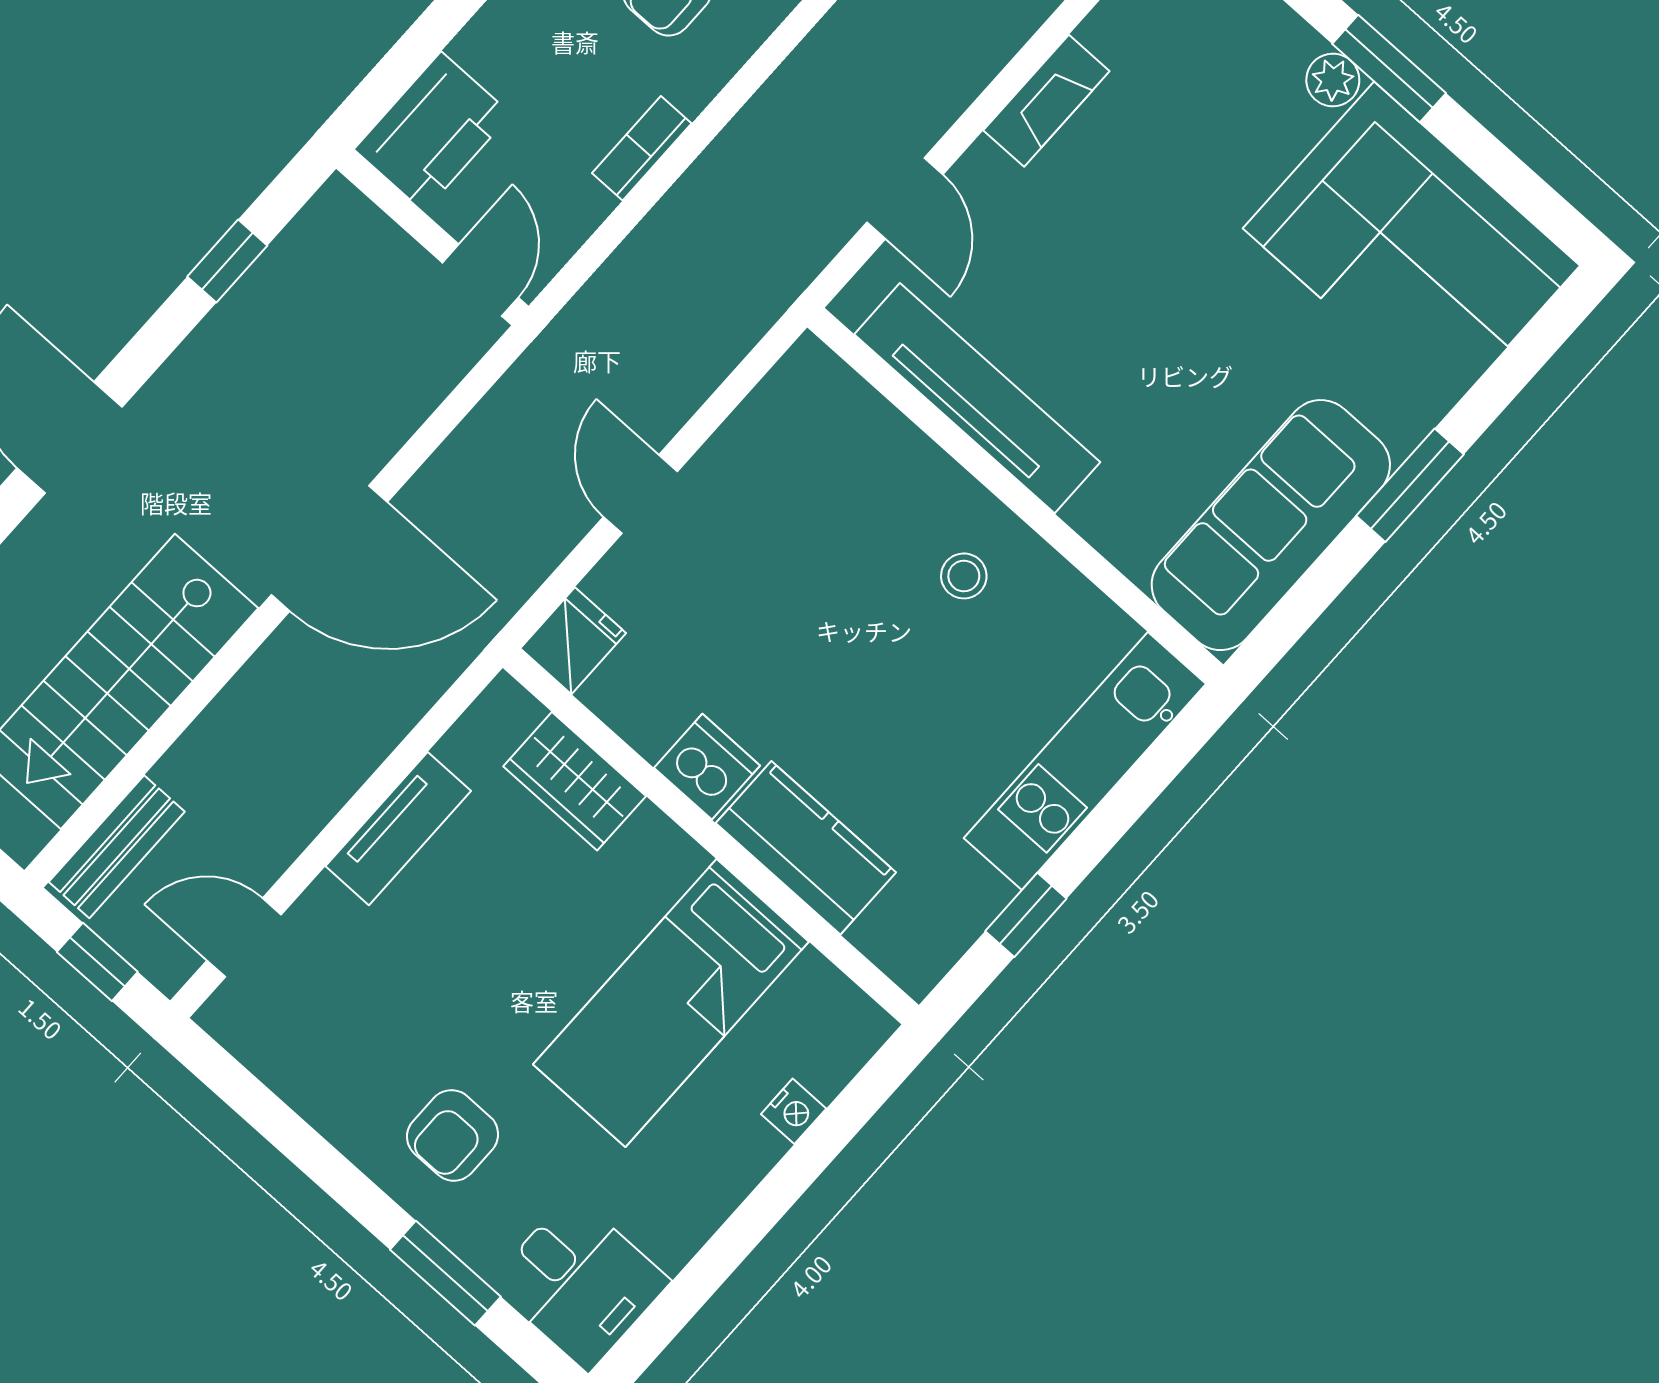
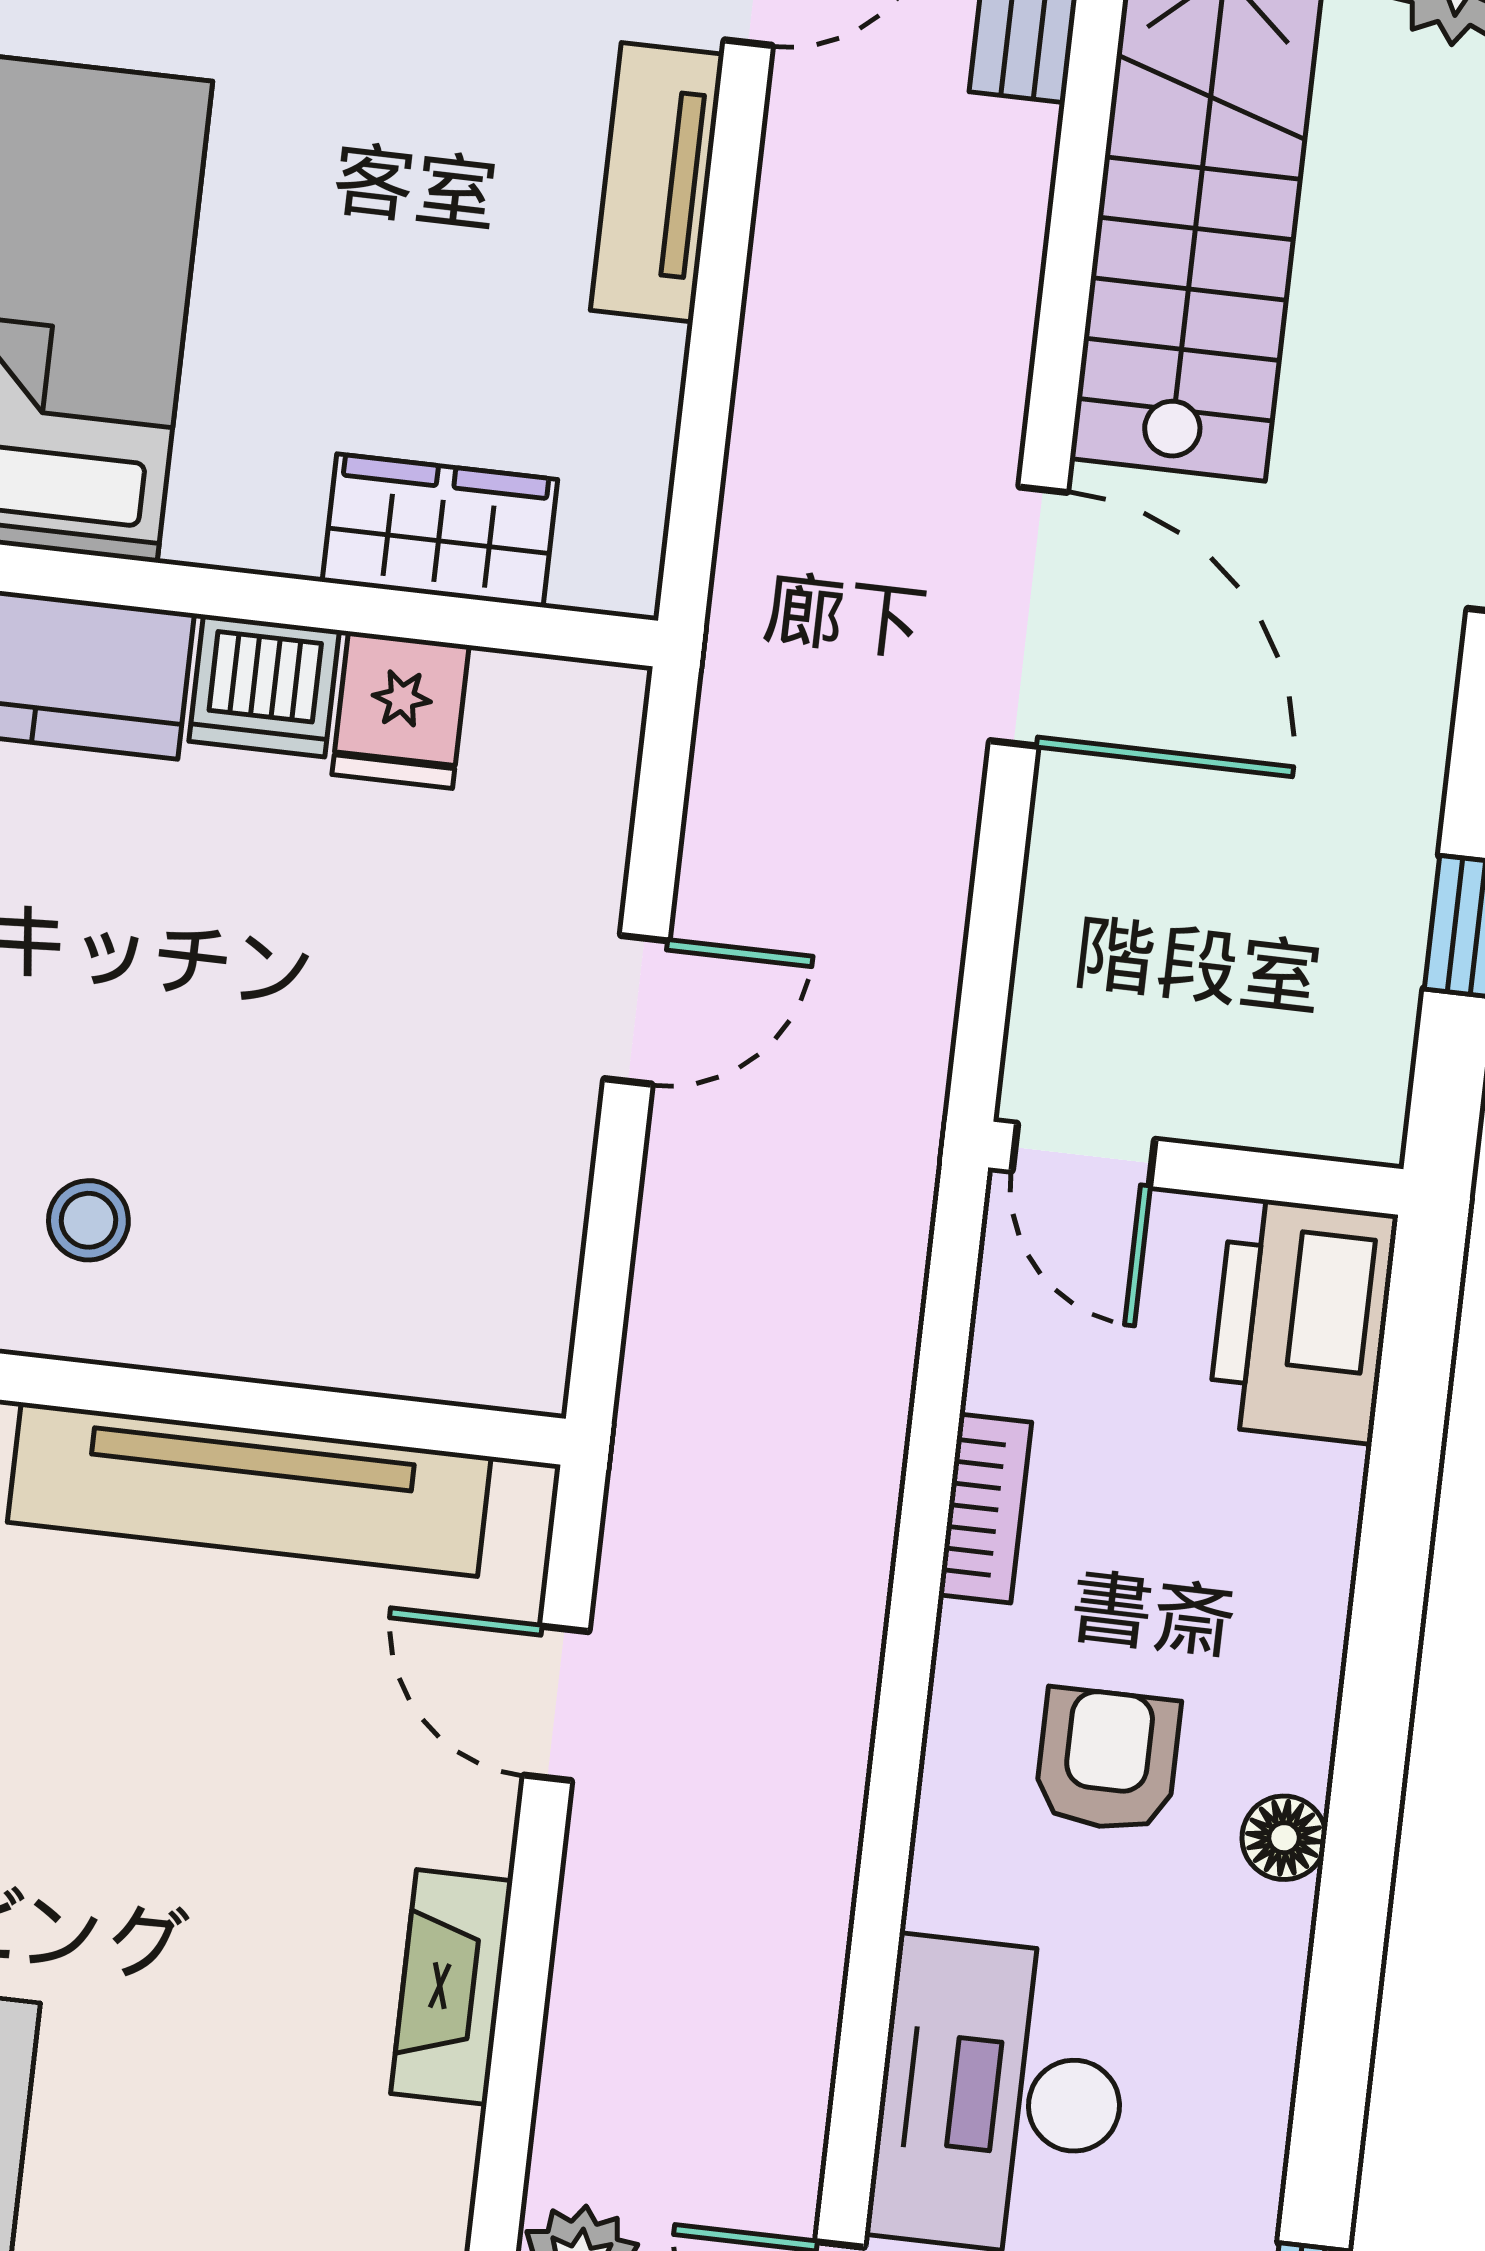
door: (640, 494) -> (636, 1010), hinge flipped
door: (329, 548) -> (1028, 617), swing flipped
fridge: (573, 641) -> (400, 710), moved
tv unit: (398, 829) -> (657, 182), moved

